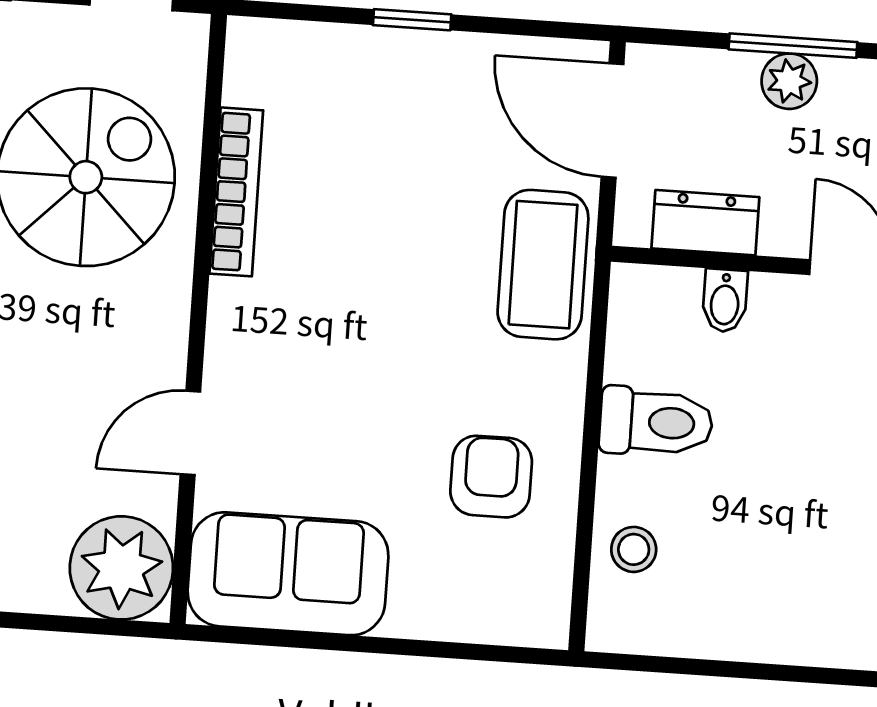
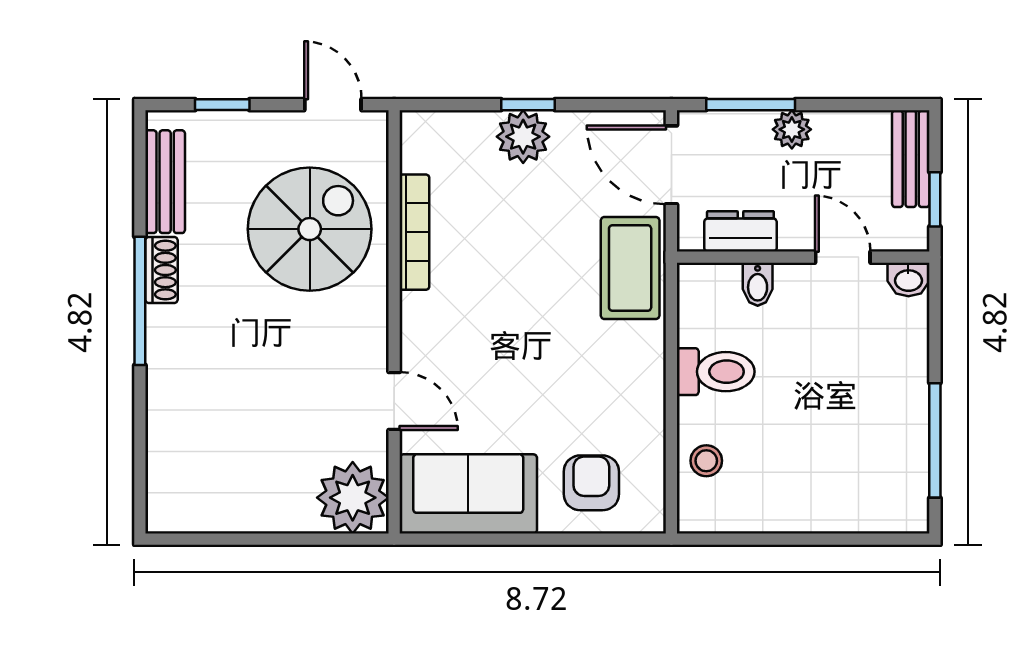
window: (793, 46) -> (751, 105), moved
plant: (402, 65) -> (523, 137), added
door: (190, 433) -> (394, 401), swing flipped
armchair: (491, 477) -> (591, 483), moved

